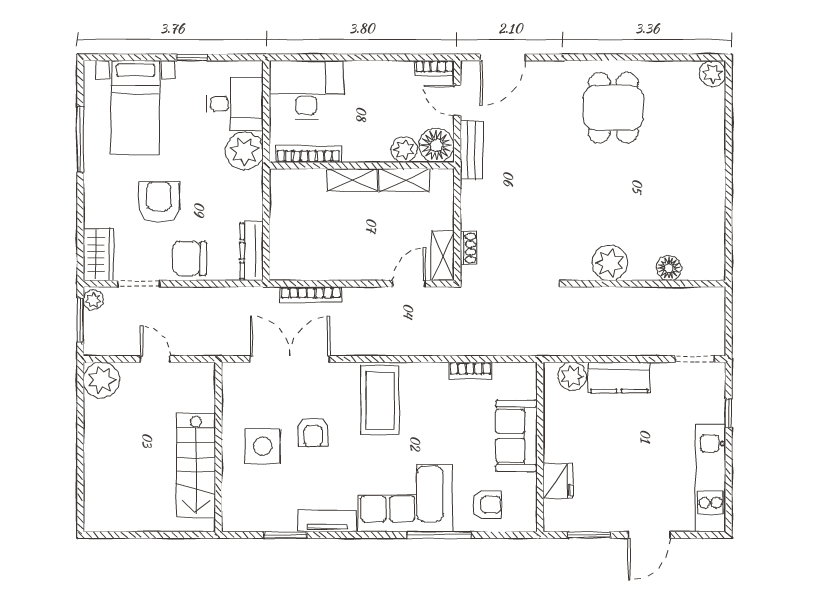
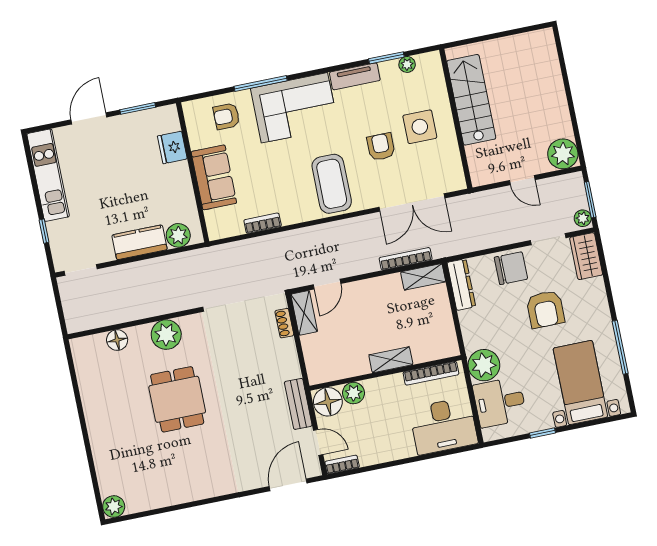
dining table: (613, 108) -> (177, 399), moved
shelving: (404, 180) -> (423, 277), moved
plant: (263, 522) -> (407, 64), added

